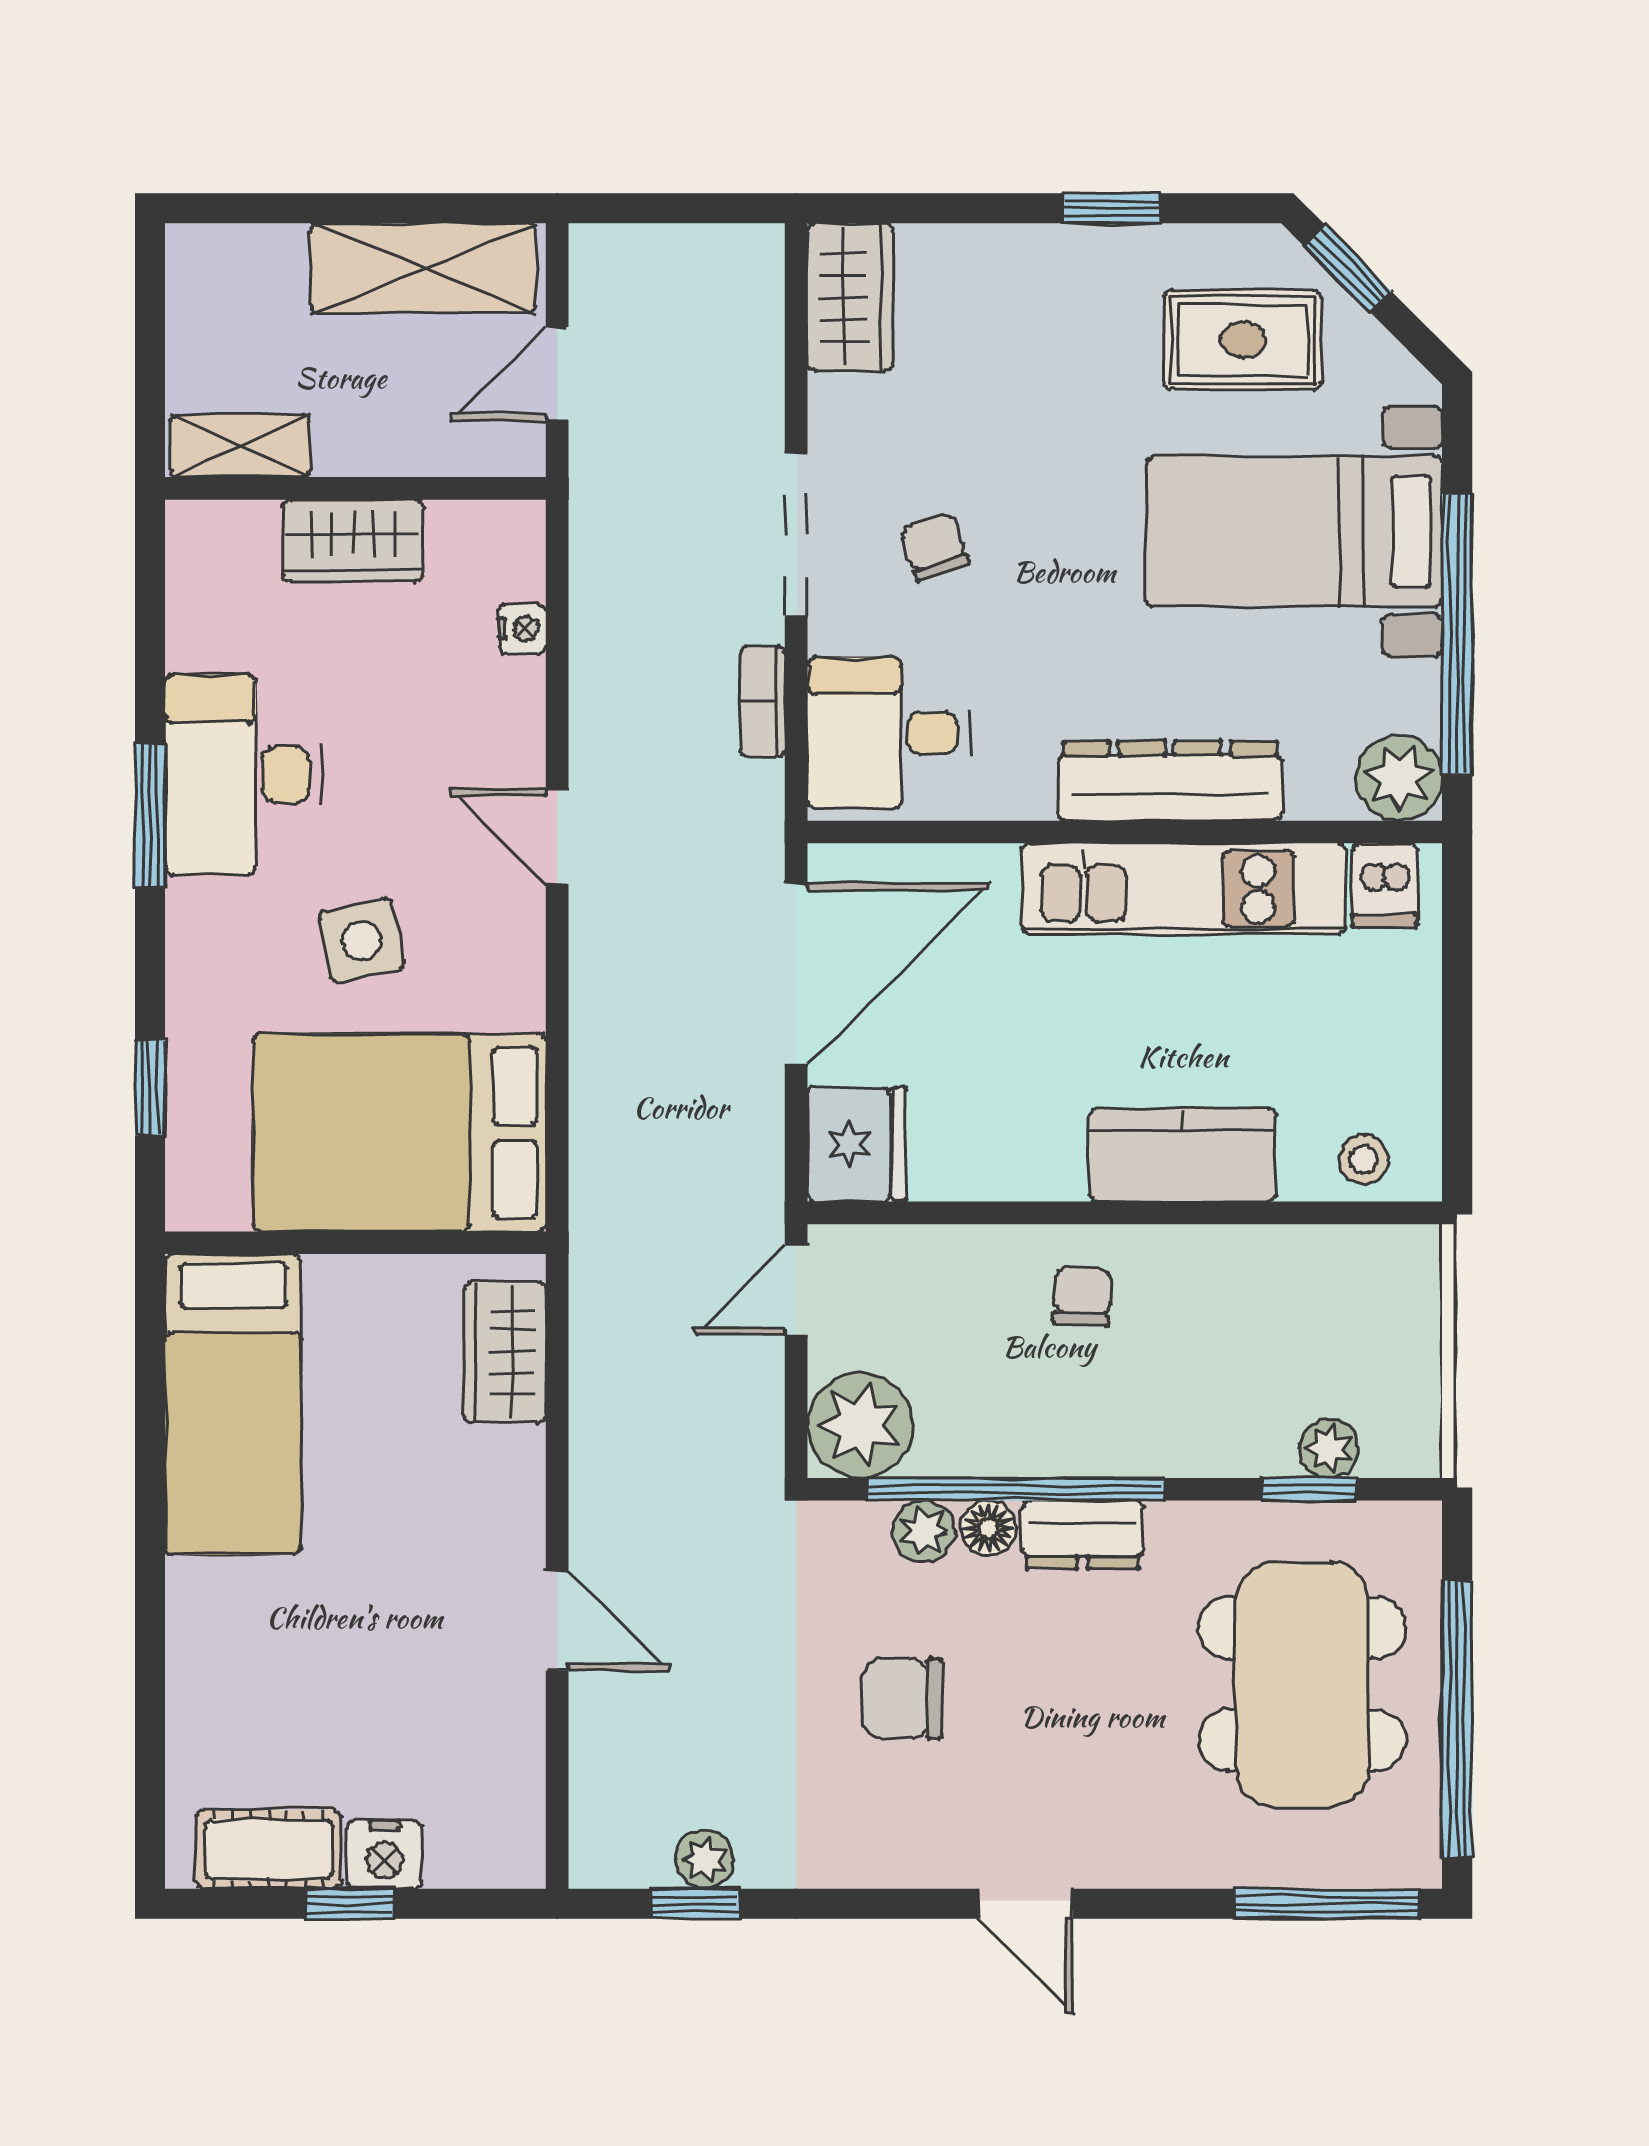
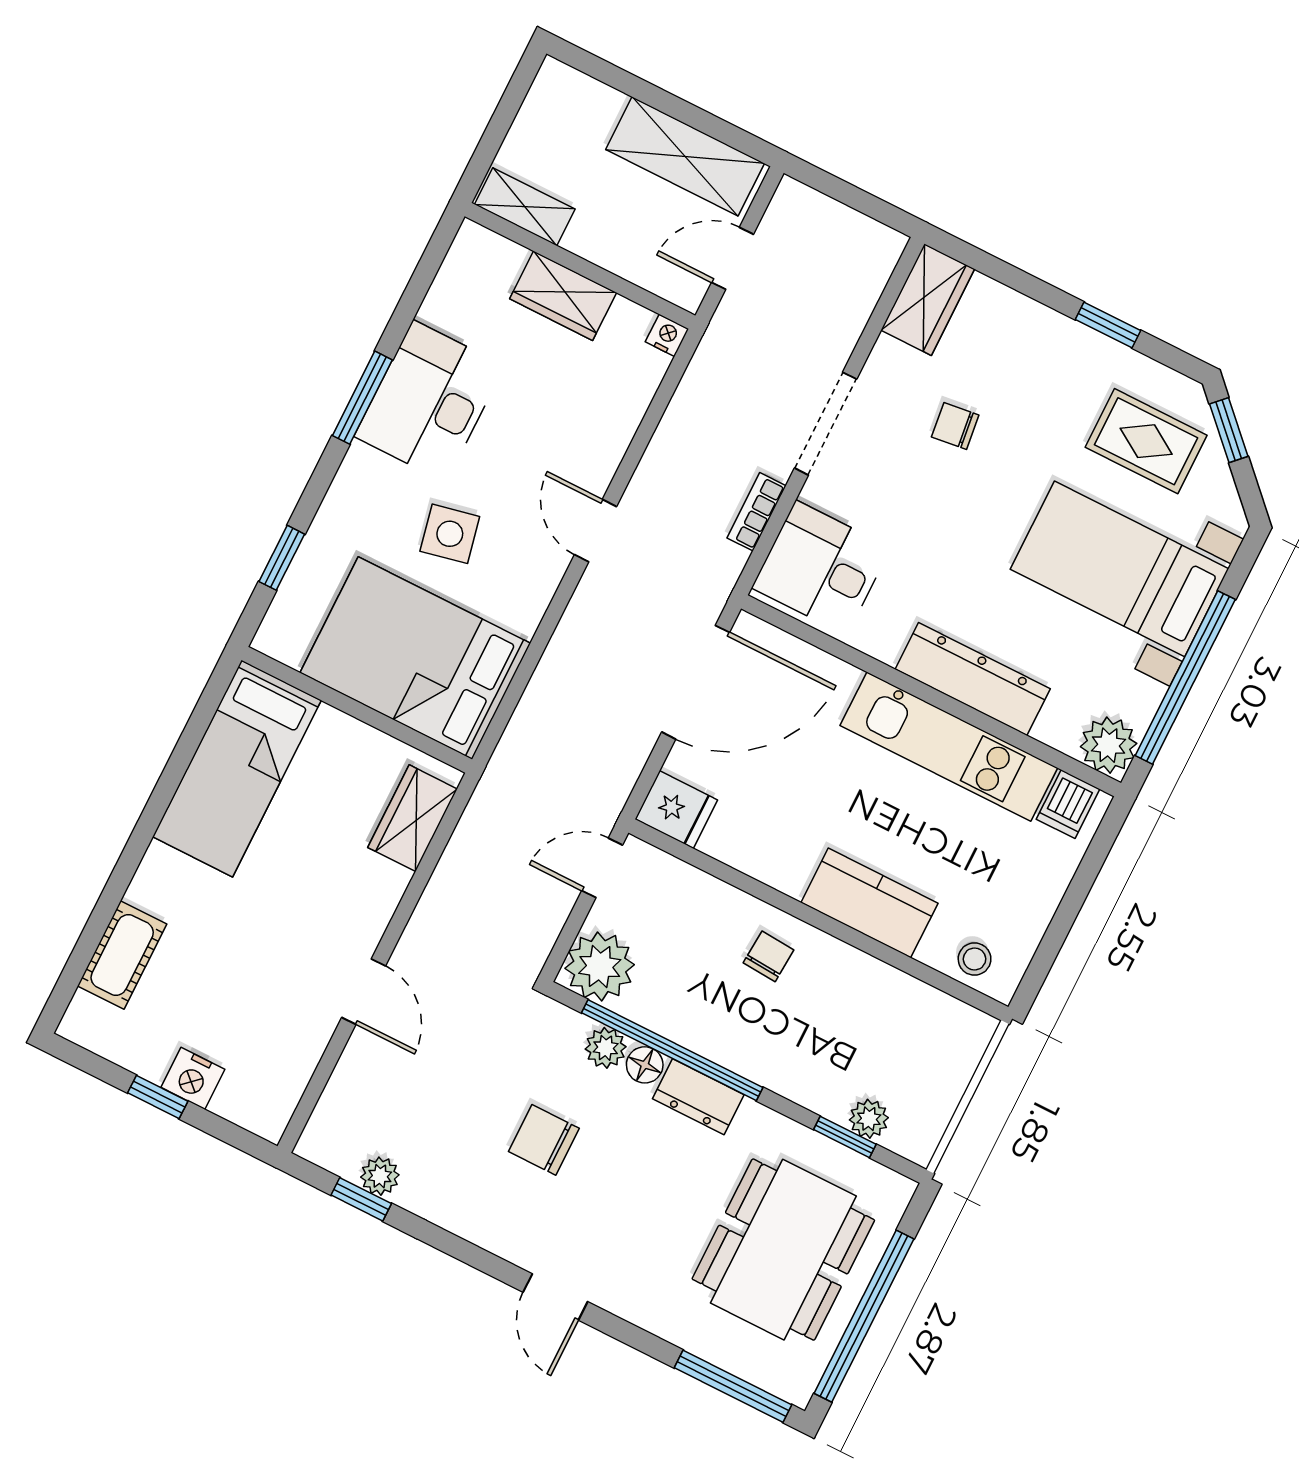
chair: (935, 547) -> (955, 426), moved, turned -78
nightstand: (522, 629) -> (667, 335), moved, turned -90
fridge: (857, 1144) -> (676, 810), width x0.72
cot: (269, 1849) -> (122, 955), moved, turned 90

